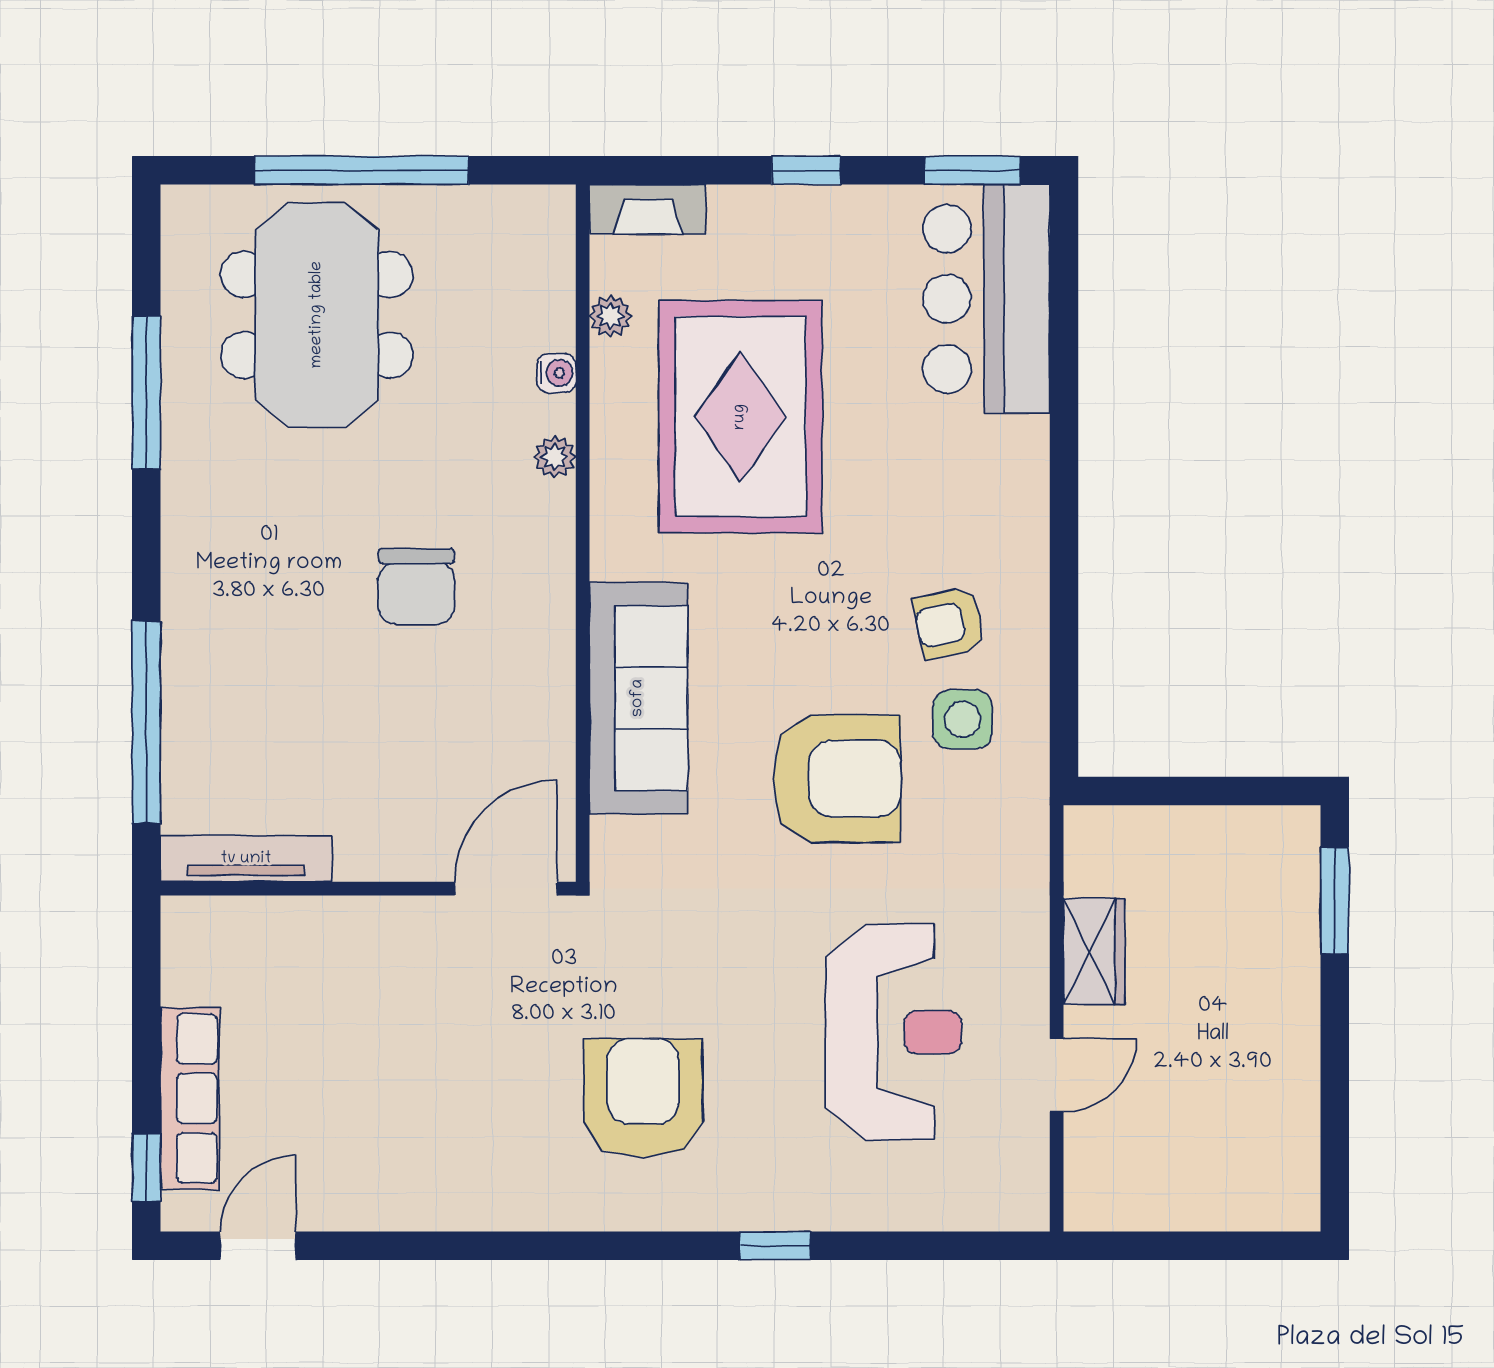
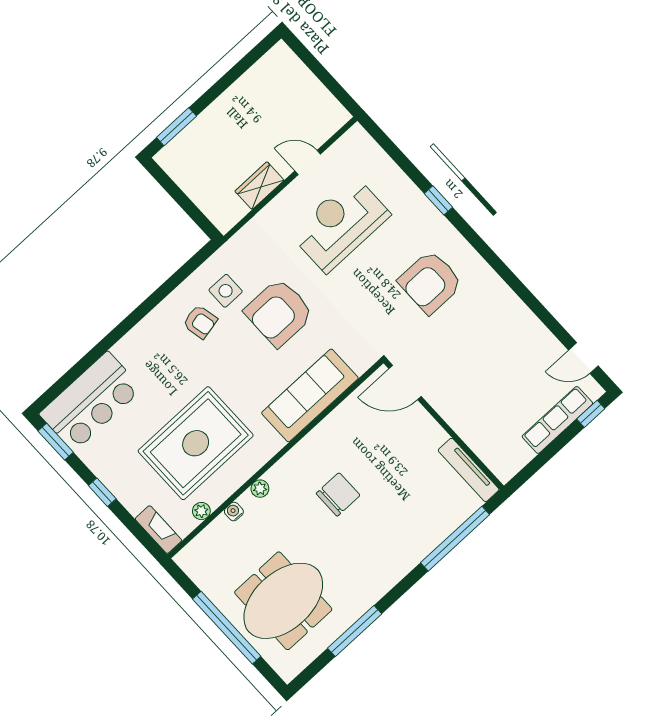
armchair: (837, 779) -> (279, 312), turned -90

